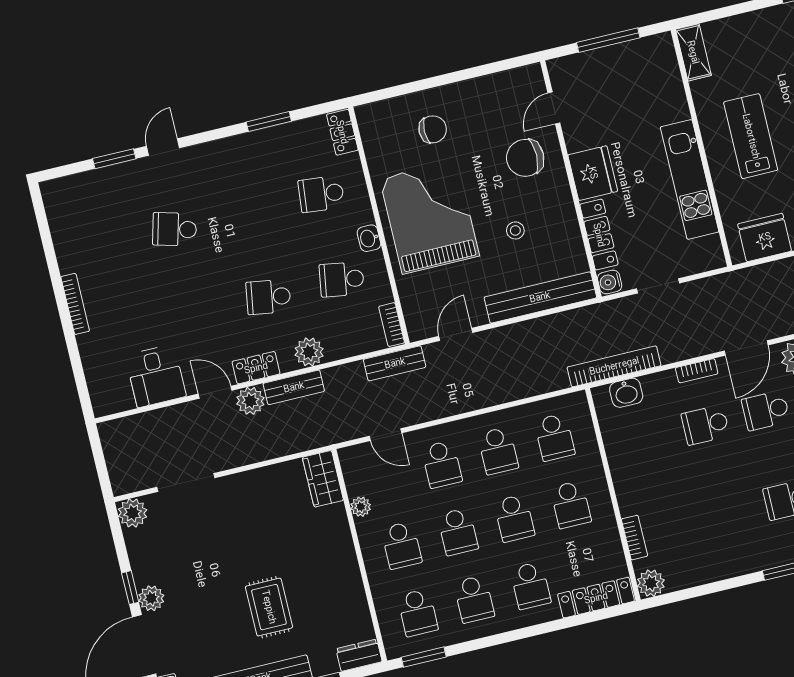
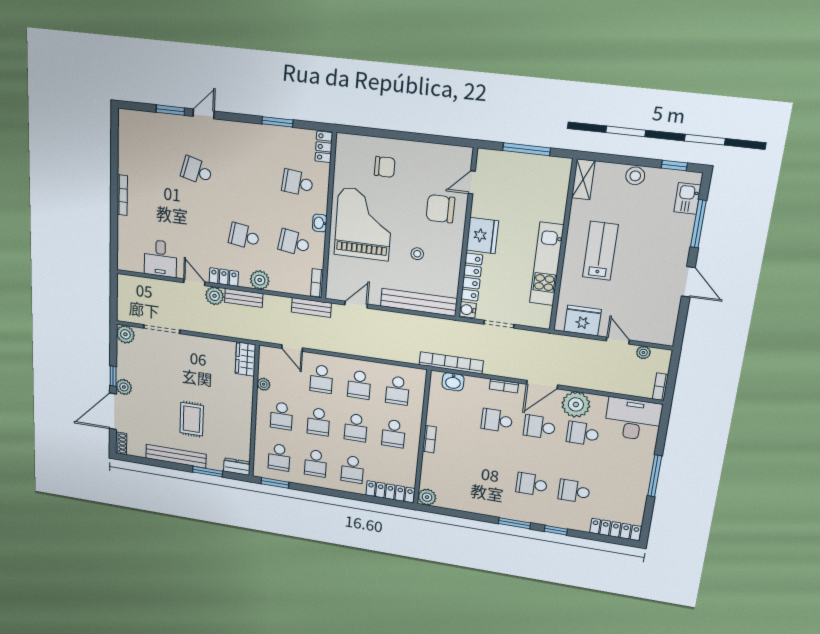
stool: (756, 25) -> (635, 176), added
bookcase: (635, 538) -> (429, 439), moved

